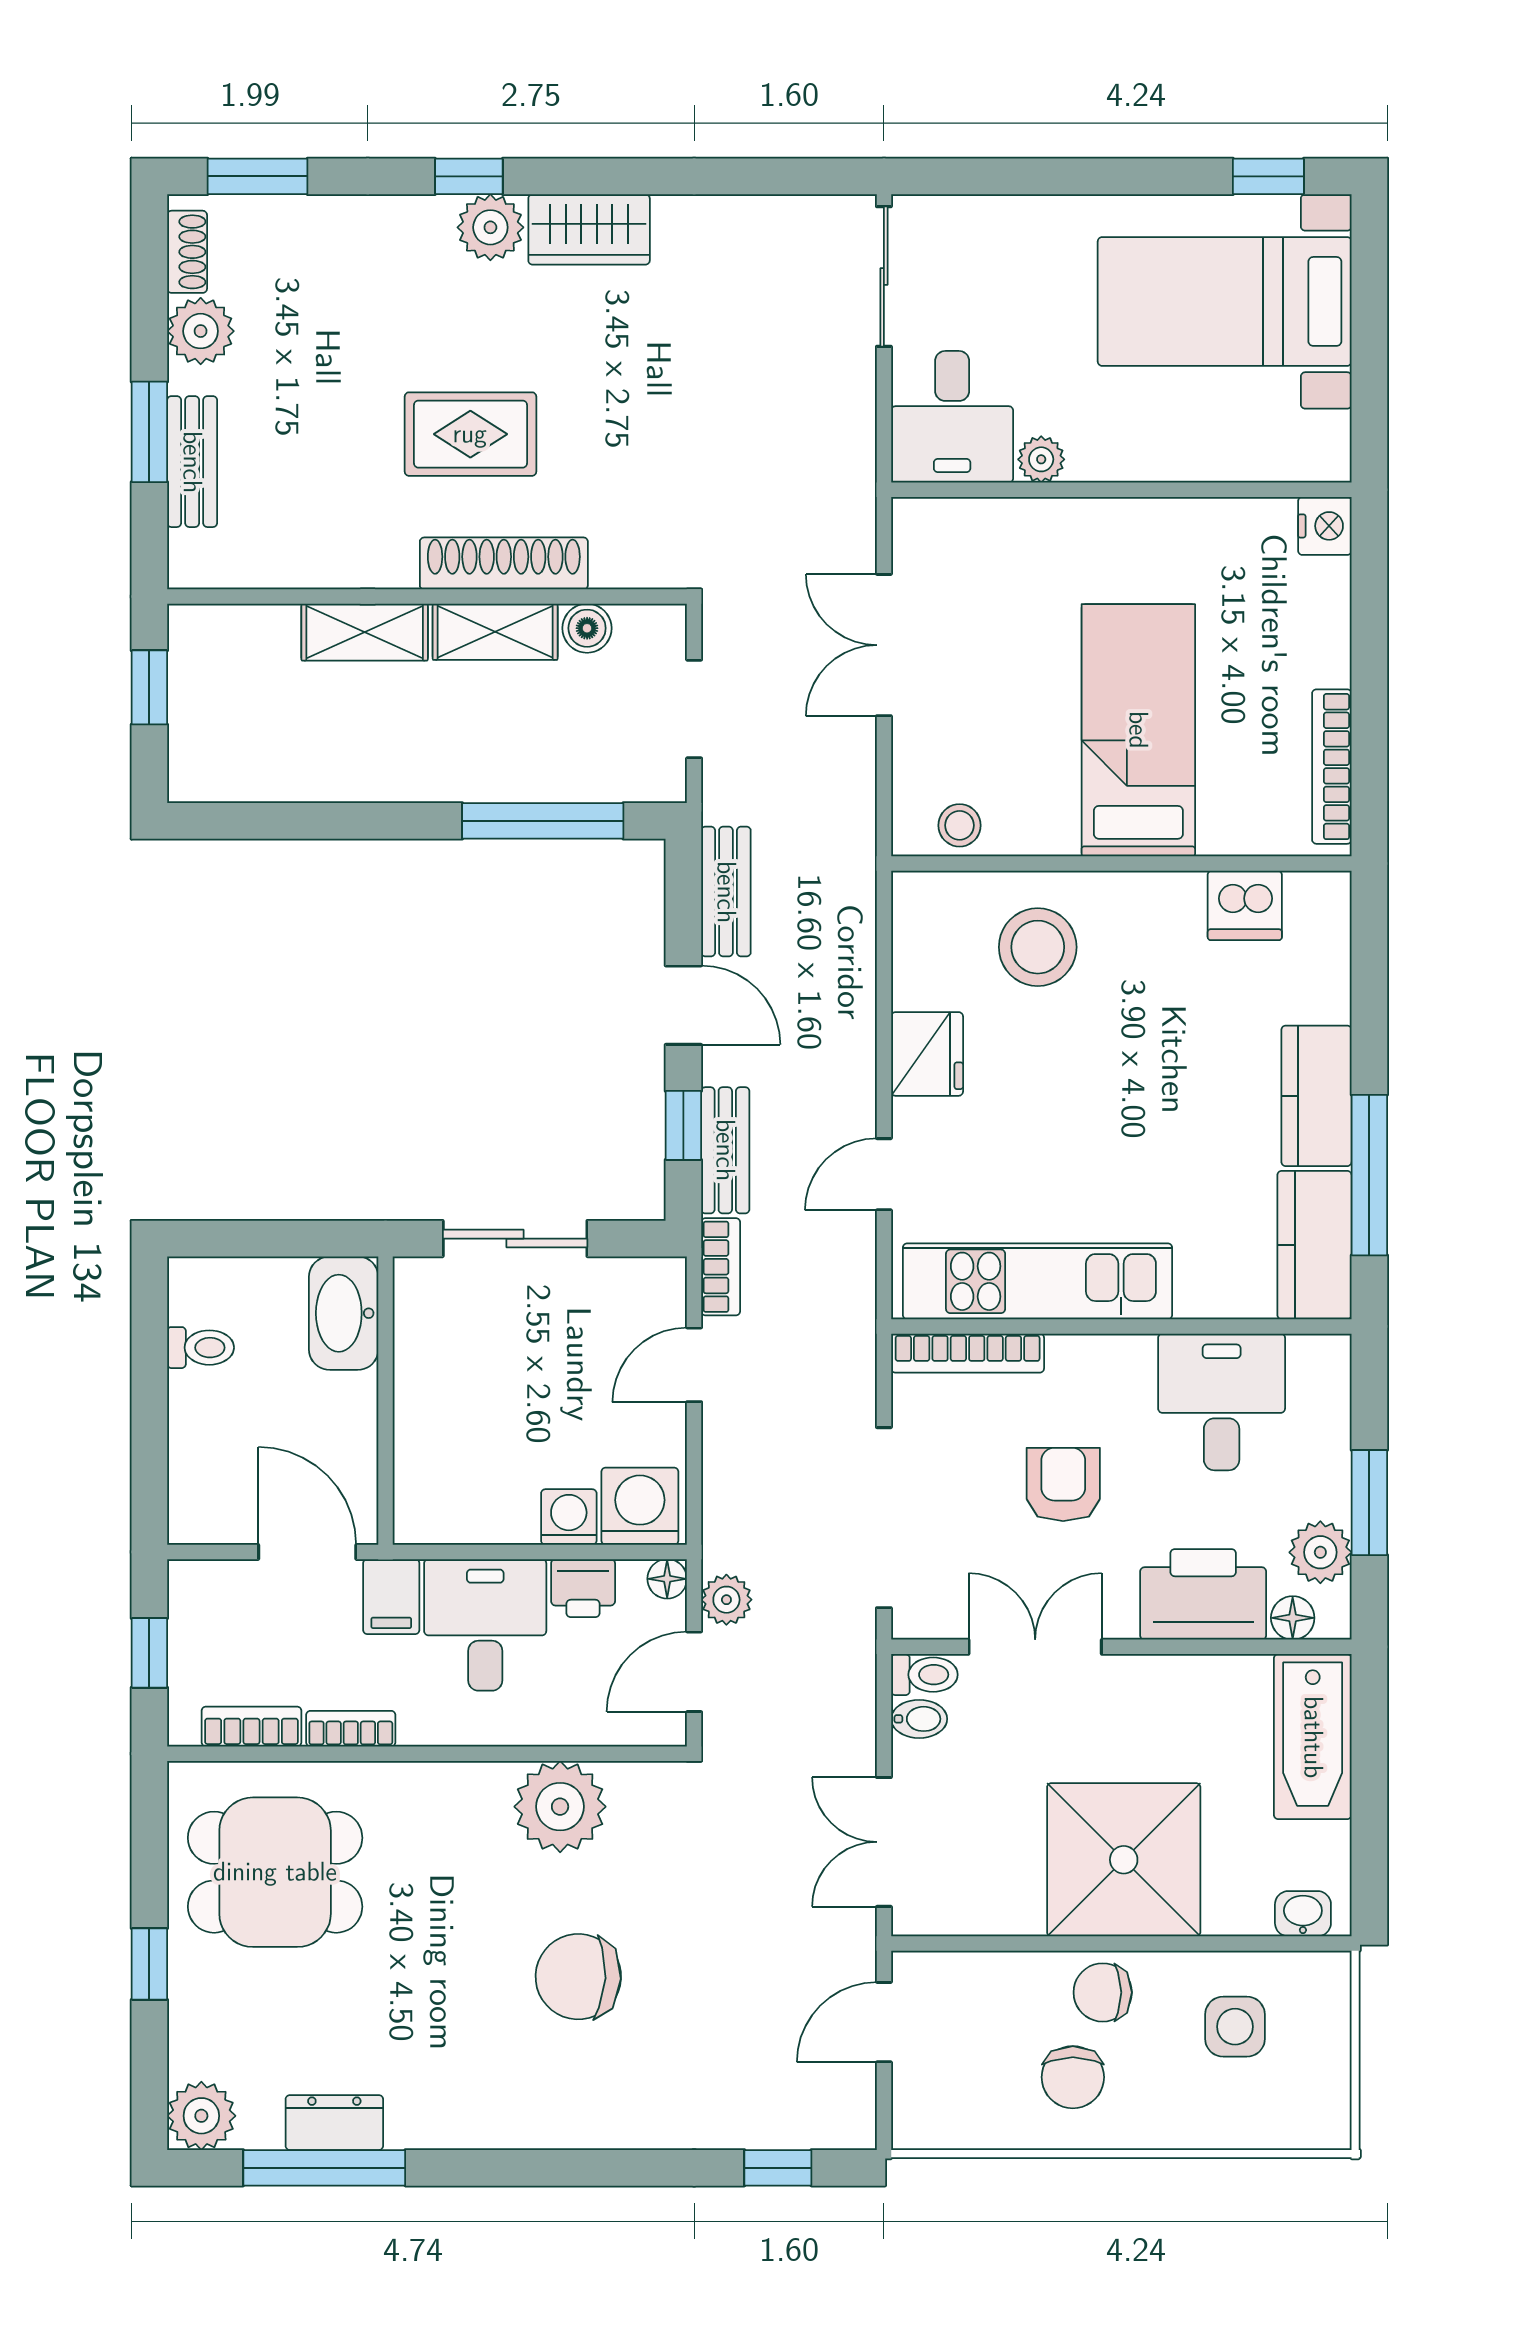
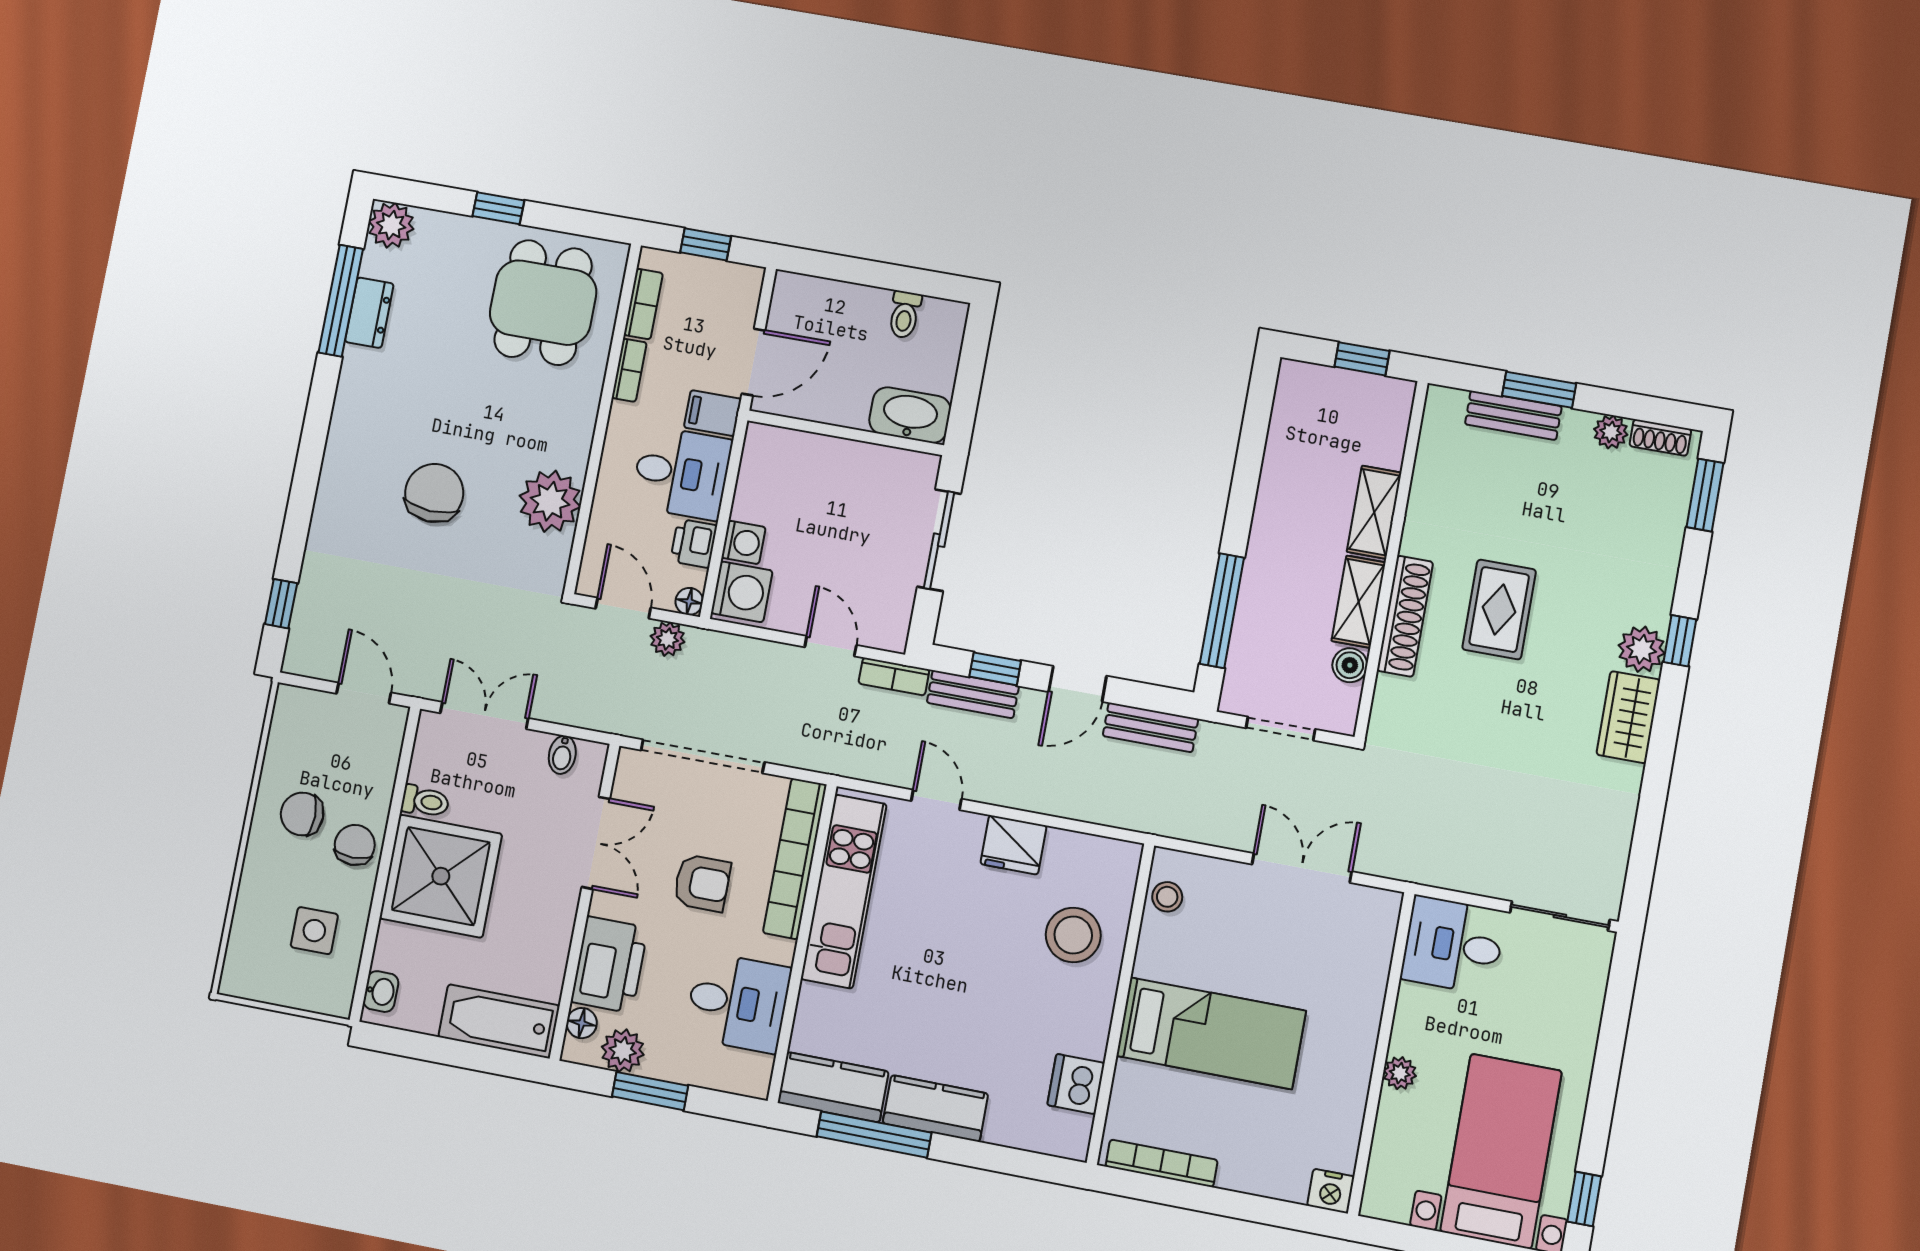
plant: (201, 331) -> (1611, 432), width x0.73, depth x0.73
plant: (1041, 459) -> (1400, 1073), moved
bookcase: (968, 1353) -> (795, 859), width x1.48, depth x1.31
toilet: (924, 1675) -> (425, 801), moved, turned -90

